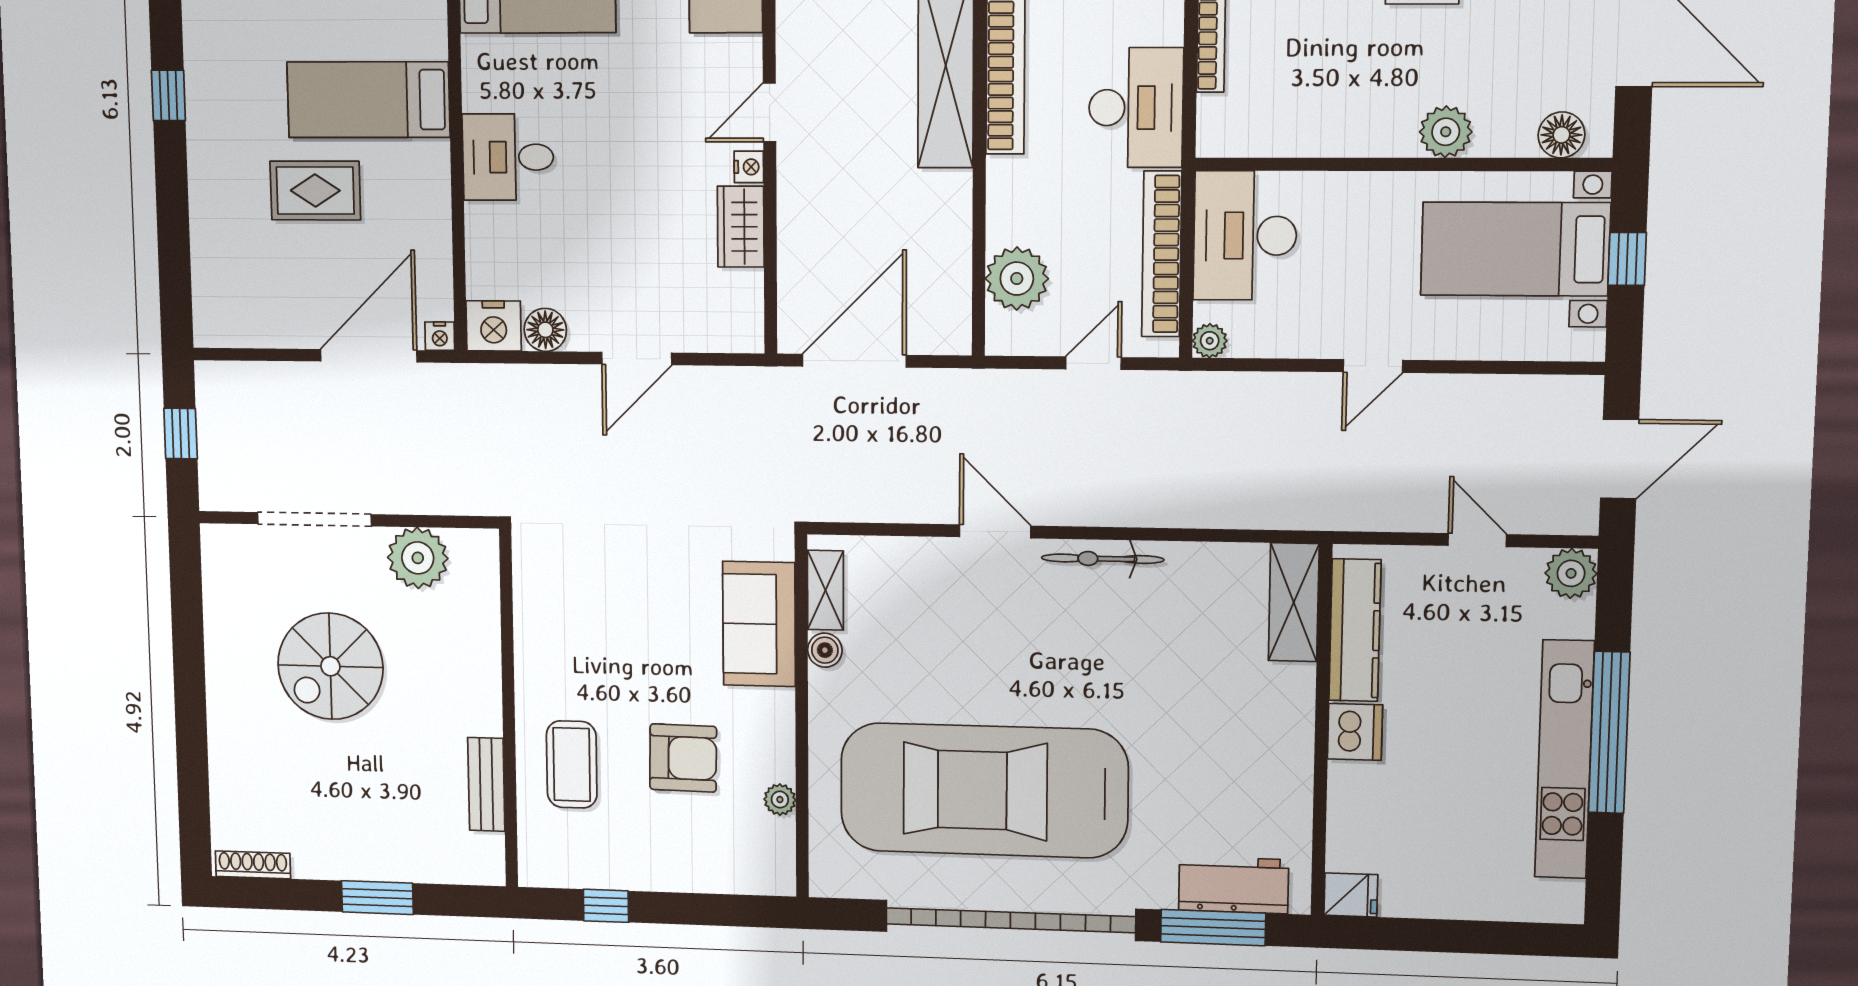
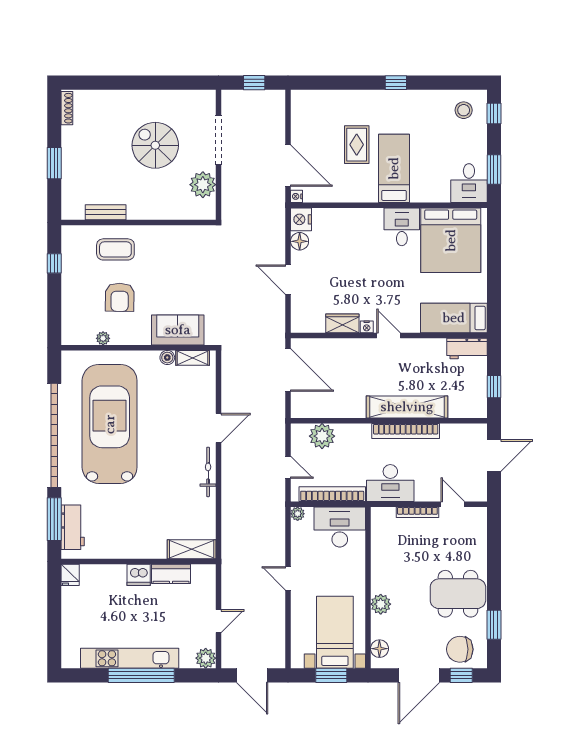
desk: (508, 157) -> (402, 227), moved
window: (1627, 259) -> (331, 675), width x1.50
kitchen counter: (1355, 630) -> (171, 574), width x0.67

